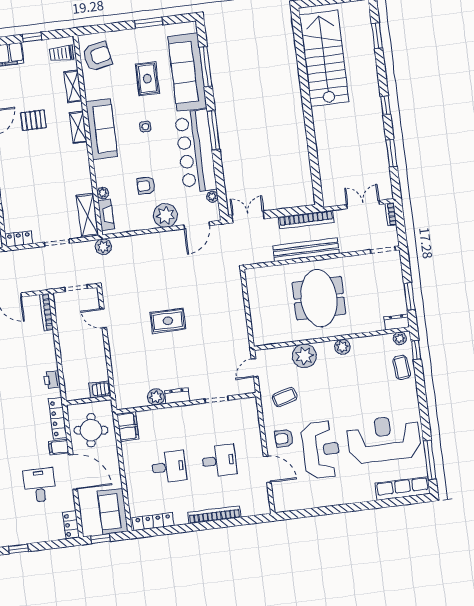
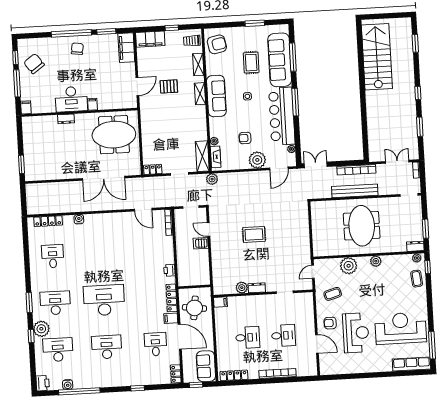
server rack: (100, 389) -> (201, 243), moved
filing cabinet: (128, 426) -> (220, 302), width x0.50

